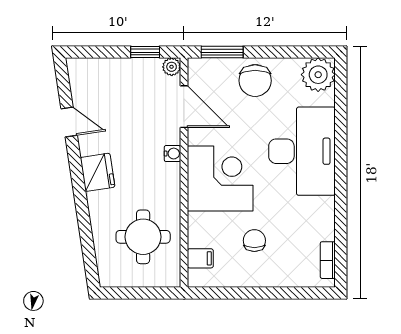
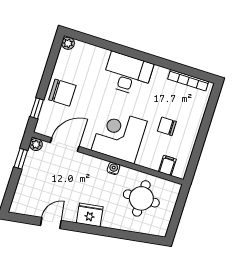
window: (222, 52) -> (37, 108), width x0.67
plant: (318, 75) -> (68, 43), width x0.53, depth x0.53
desk: (302, 151) -> (128, 74), width x0.73, depth x0.77
water cooler: (172, 154) -> (113, 168), moved
bookcase: (328, 260) -> (188, 80), width x1.56

